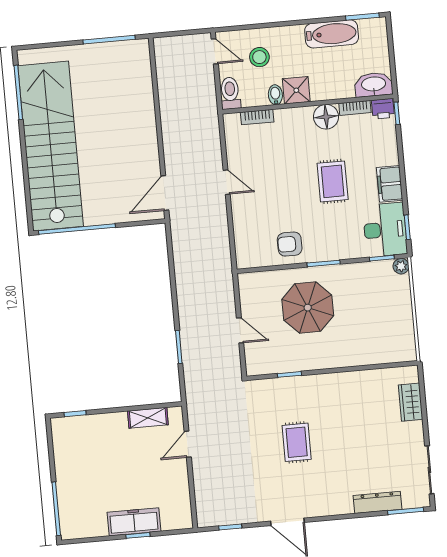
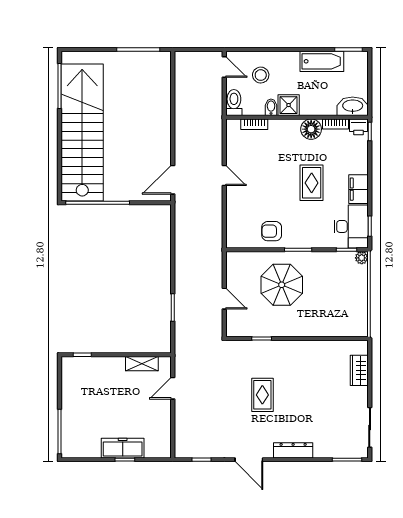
dresser: (377, 502) -> (293, 450), moved

